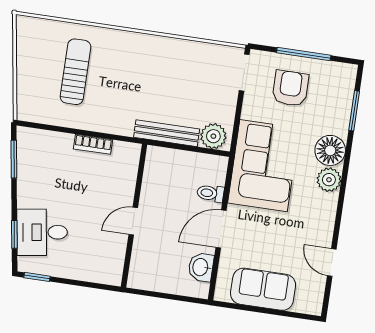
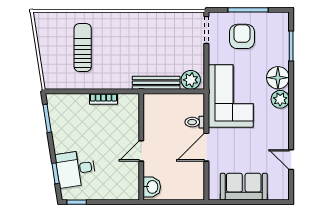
washbasin: (201, 267) -> (152, 187), moved, turned 180

